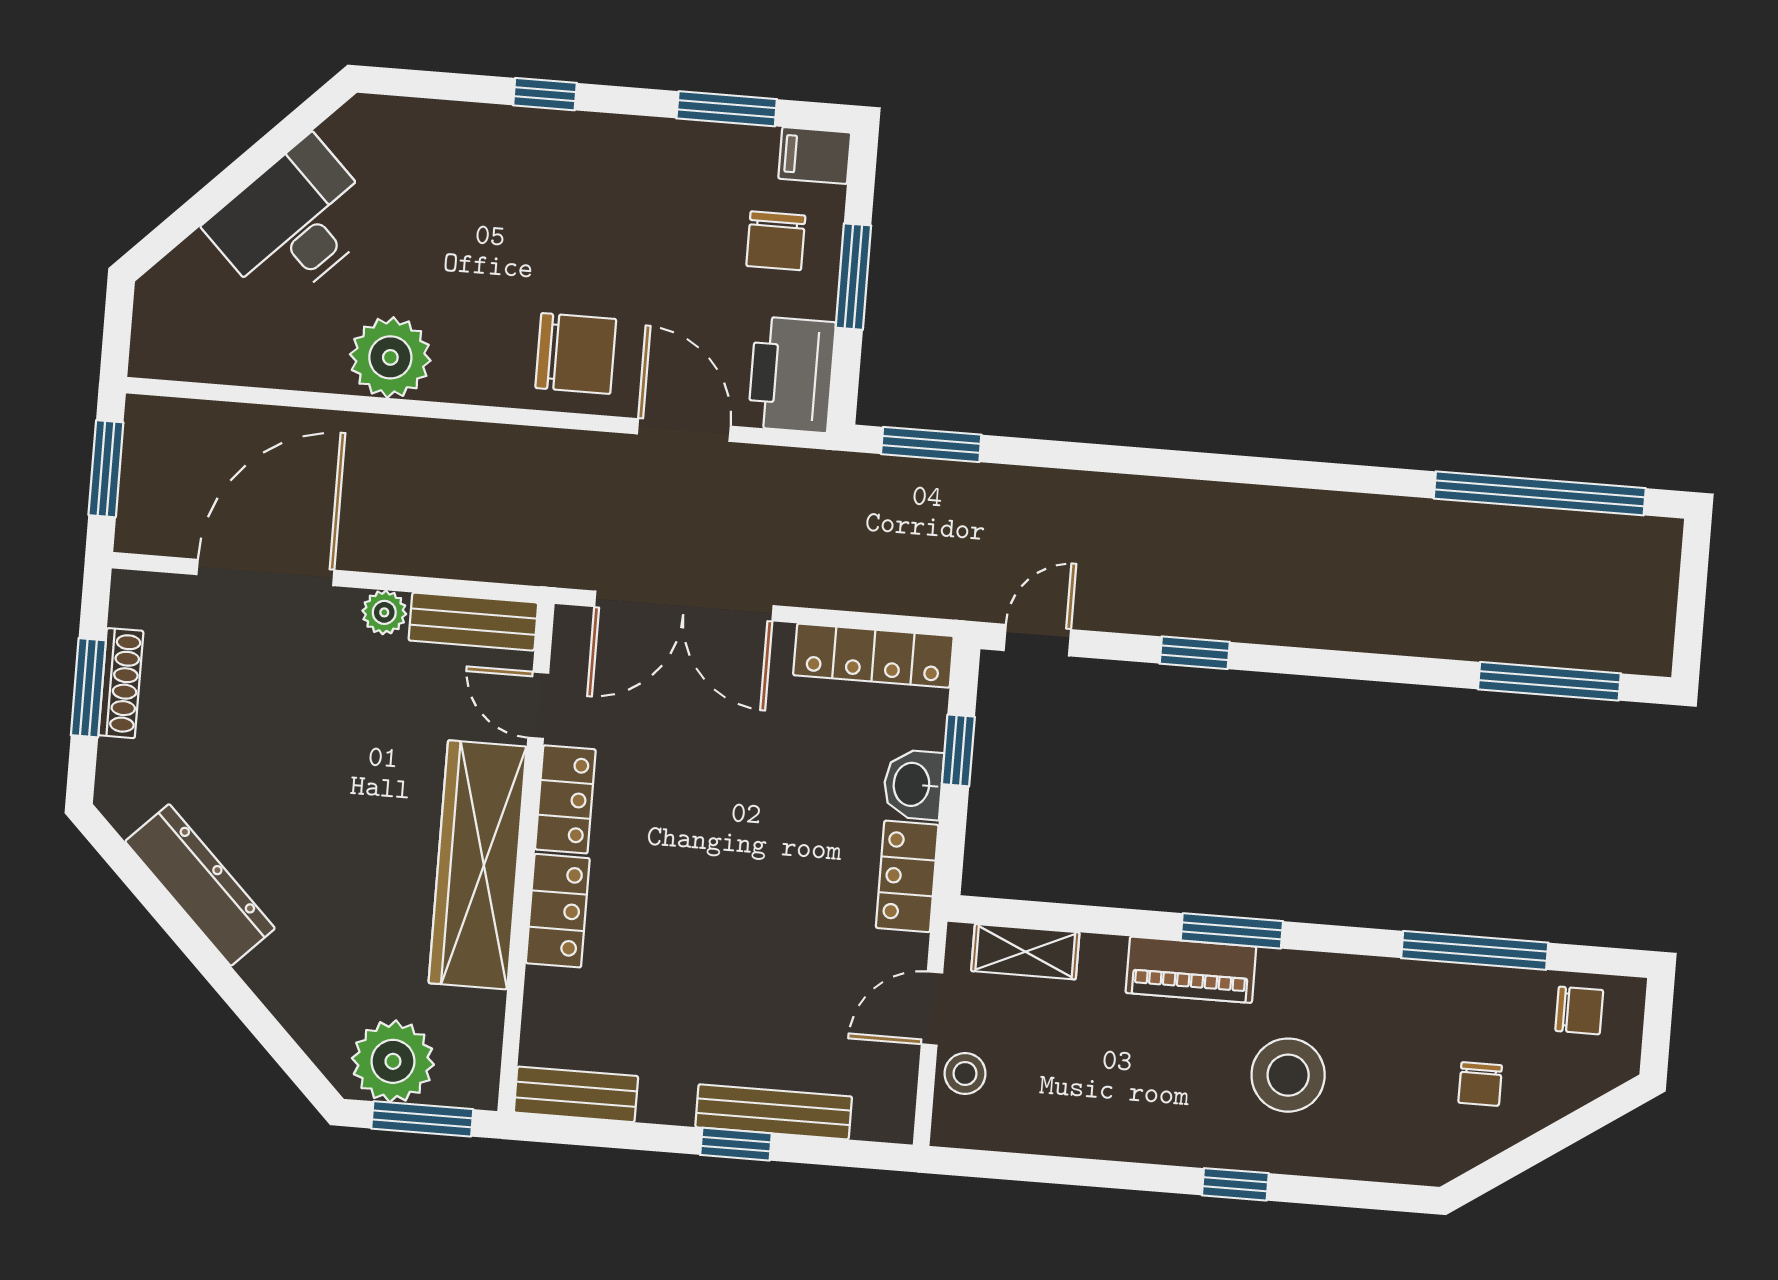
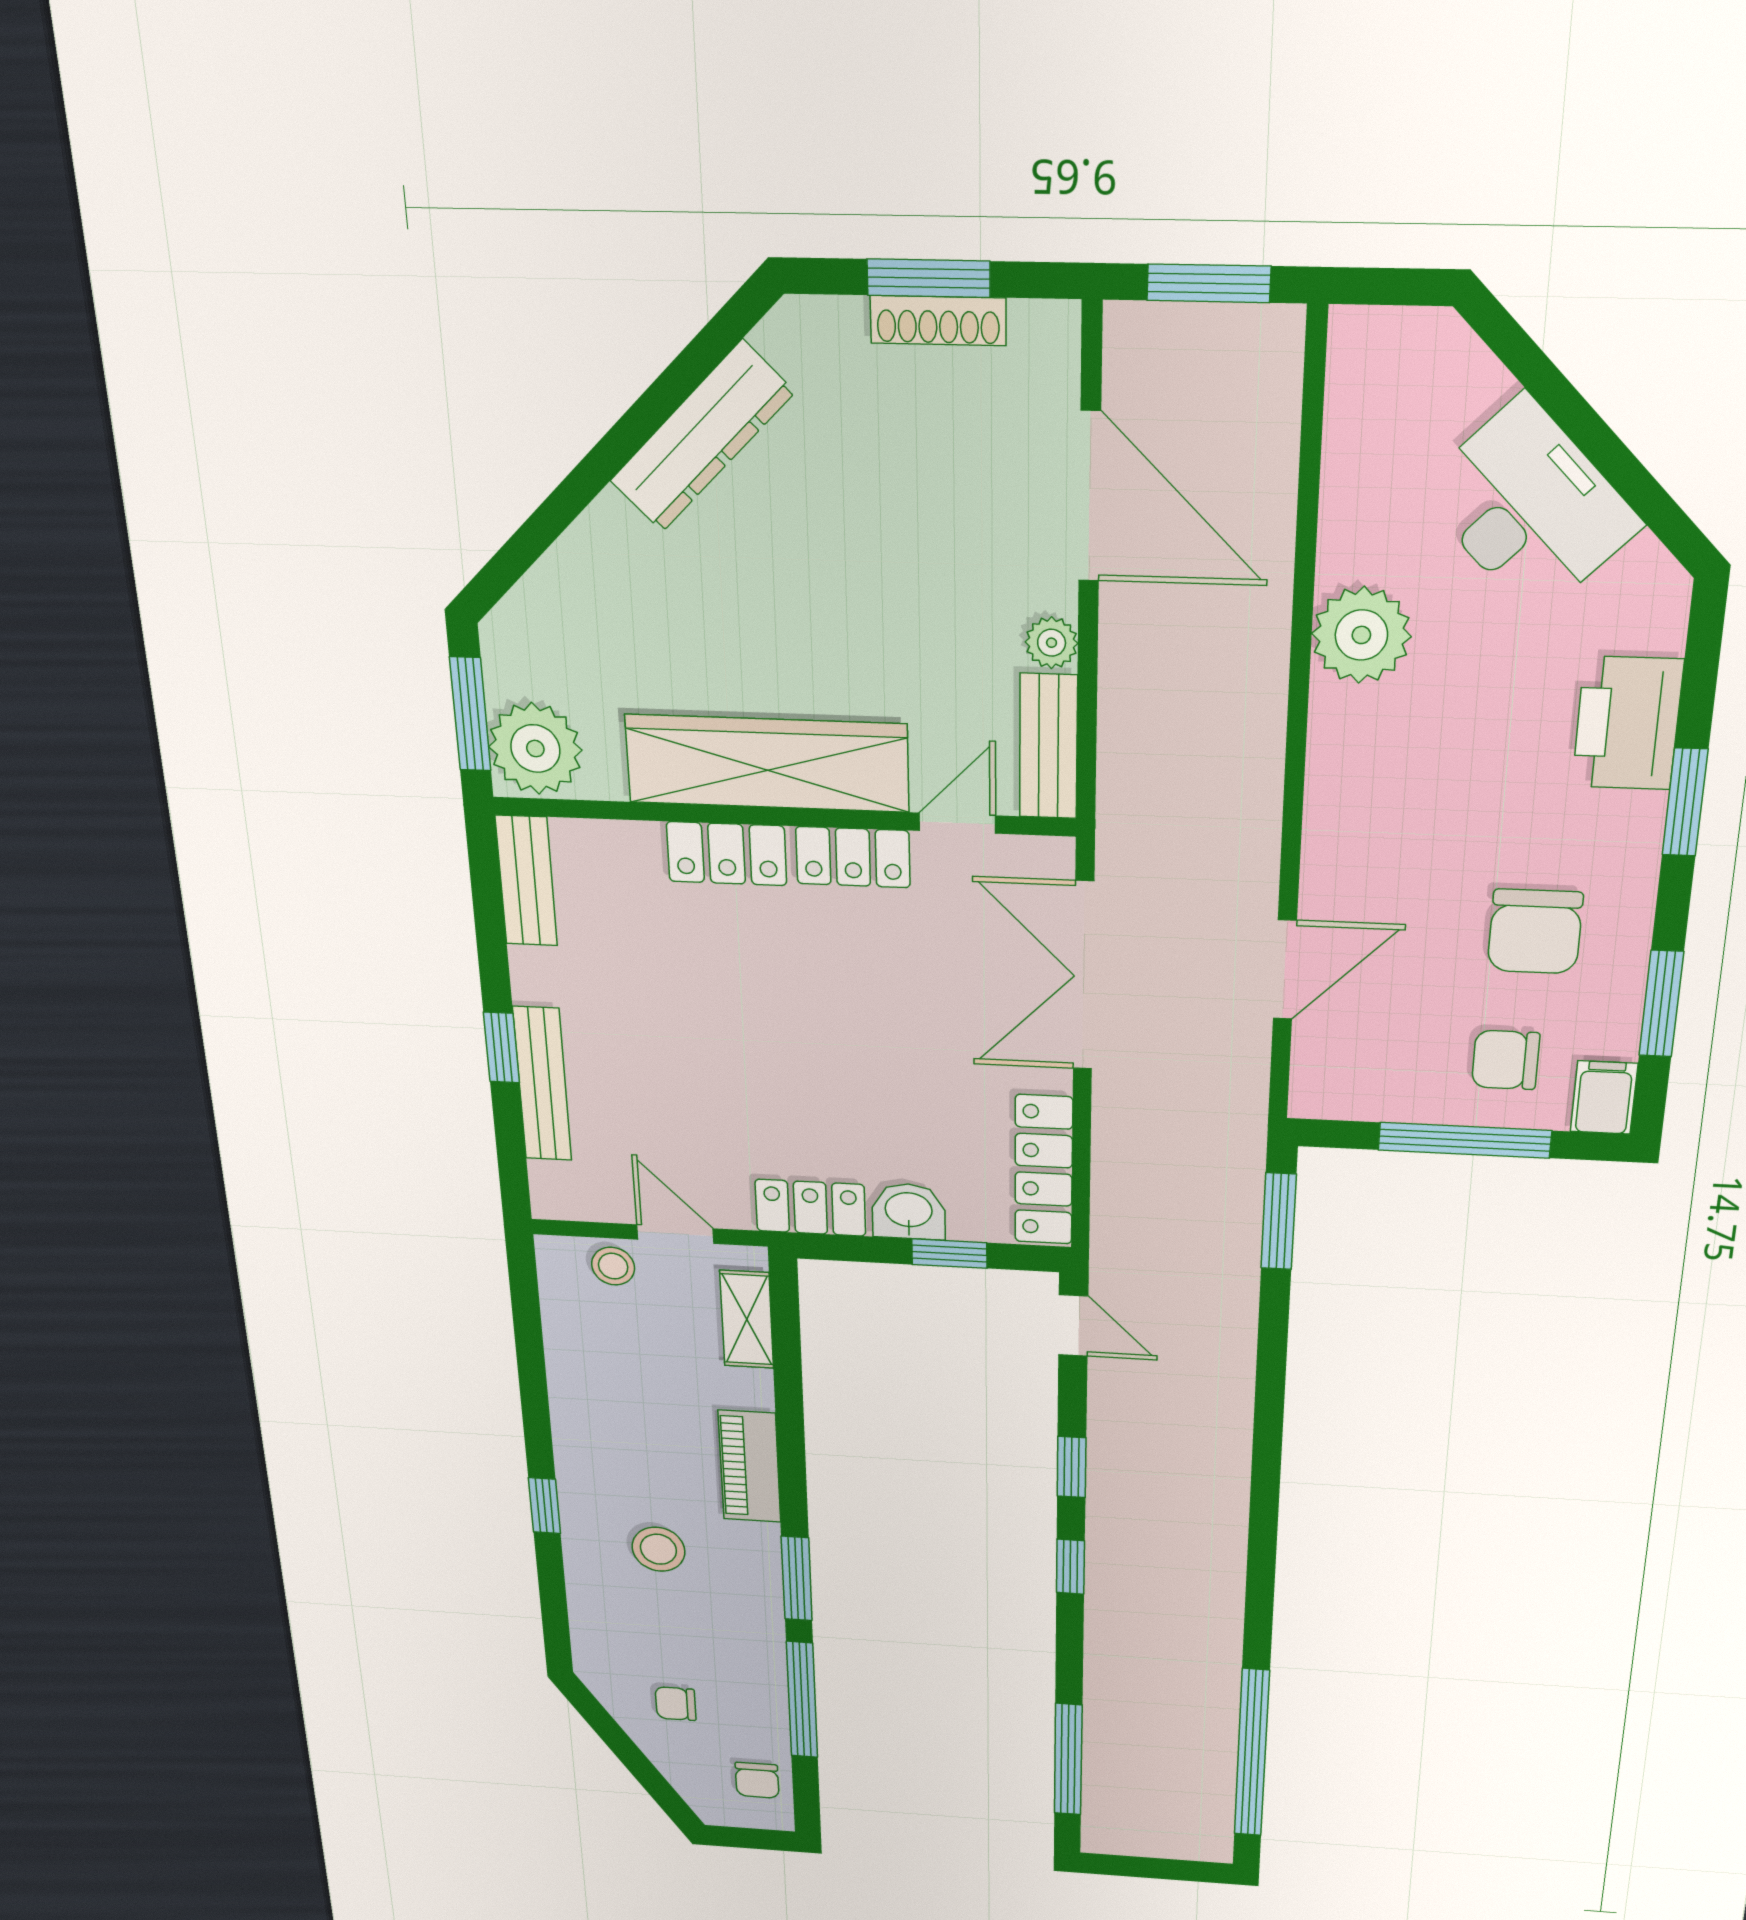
window: (545, 94) -> (1685, 802), width x1.50
window: (853, 277) -> (1465, 1140), width x1.44
chair: (576, 353) -> (1535, 931), moved
printer: (792, 375) -> (1628, 723), moved, turned -90
window: (1311, 662) -> (1070, 1567), added
window: (1232, 931) -> (797, 1579), moved
plant: (393, 1061) -> (535, 749), moved
stool: (1288, 1075) -> (658, 1549), width x0.73, depth x0.73

